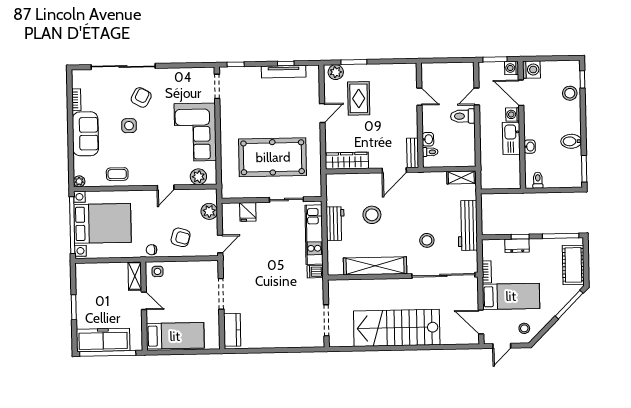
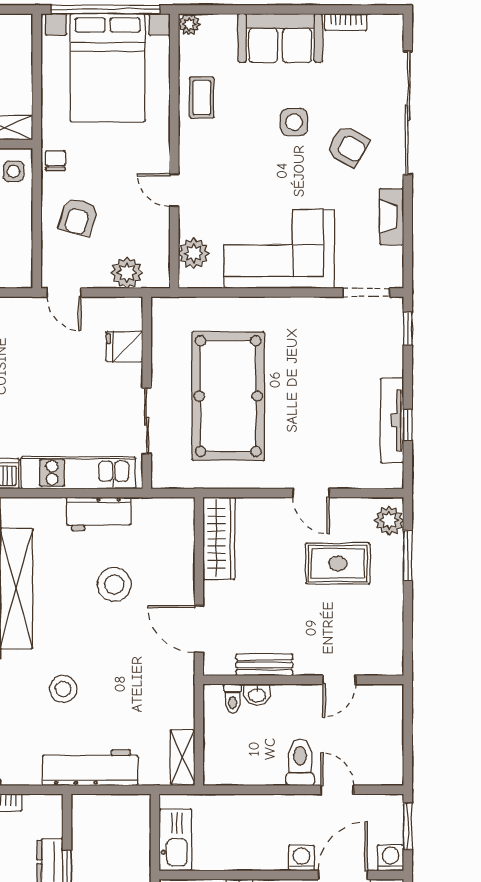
fireplace: (177, 74) -> (391, 217), added
kitchen sink: (511, 138) -> (175, 840), moved, turned 90
bench: (413, 153) -> (264, 665), moved

